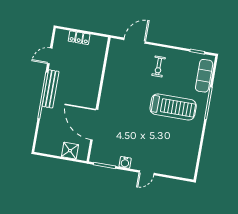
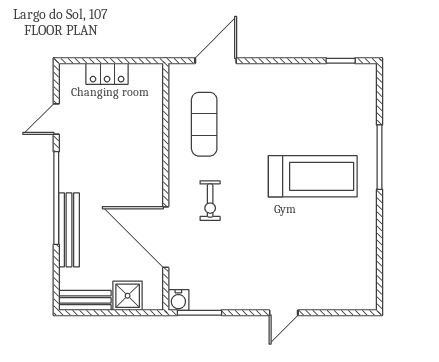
exercise bike: (159, 67) -> (210, 201), moved
exercise mat: (204, 76) -> (204, 124), moved
bench: (51, 89) -> (69, 230), moved
bench: (48, 149) -> (85, 300), added
water cooler: (125, 162) -> (178, 300), moved

